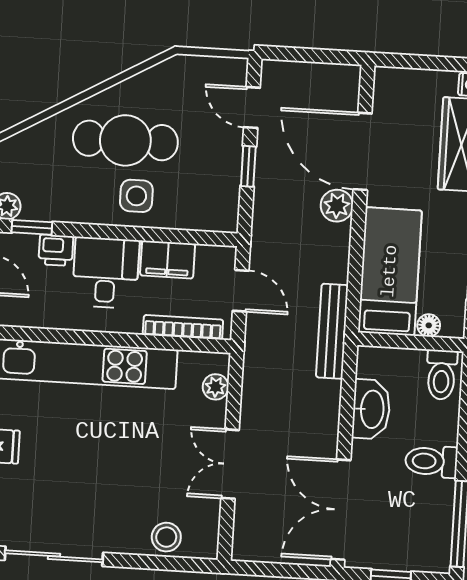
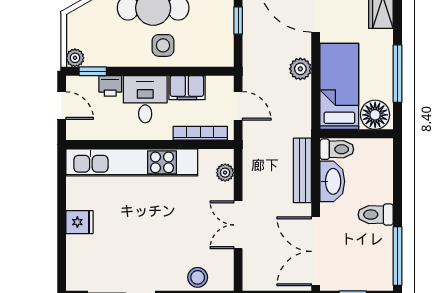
plant: (337, 206) -> (300, 69), moved
floor lamp: (429, 325) -> (375, 115), width x1.89, depth x1.89
bench: (332, 331) -> (302, 170), moved
toilet: (441, 375) -> (337, 149), moved, turned -90

